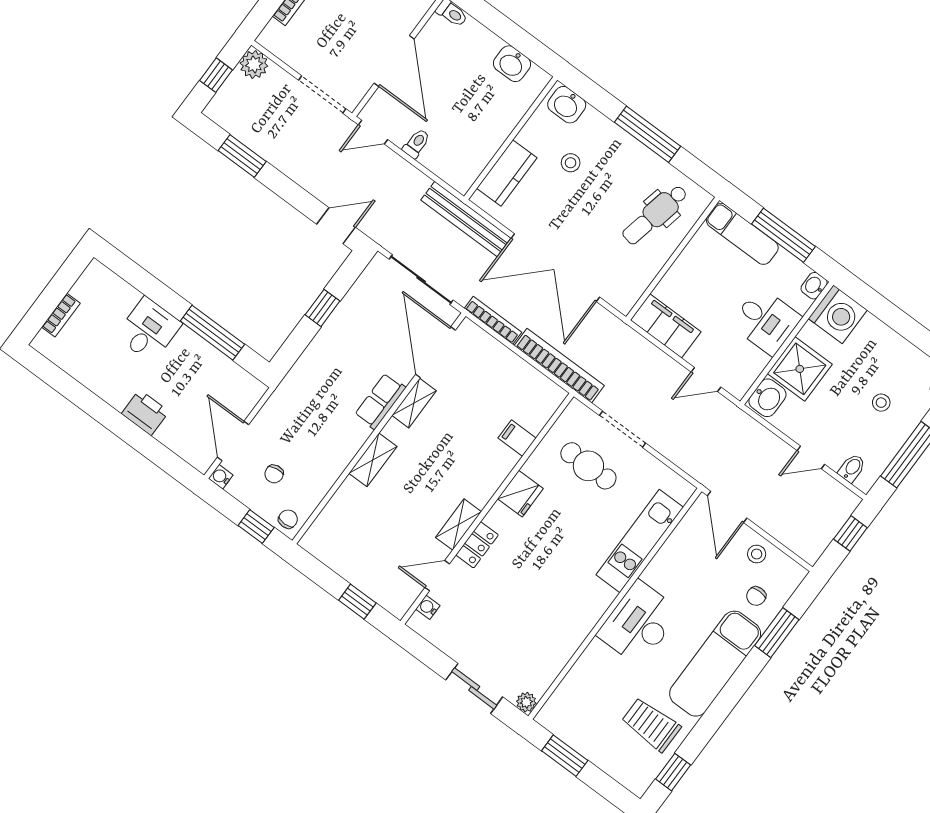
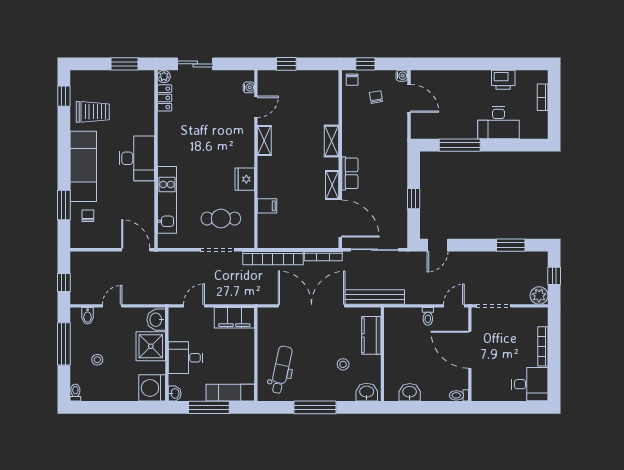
desk: (149, 330) -> (499, 123), width x1.37
printer: (145, 413) -> (503, 80), moved
locker: (477, 545) -> (165, 98), moved, turned 180
stool: (757, 554) -> (103, 237), removed

